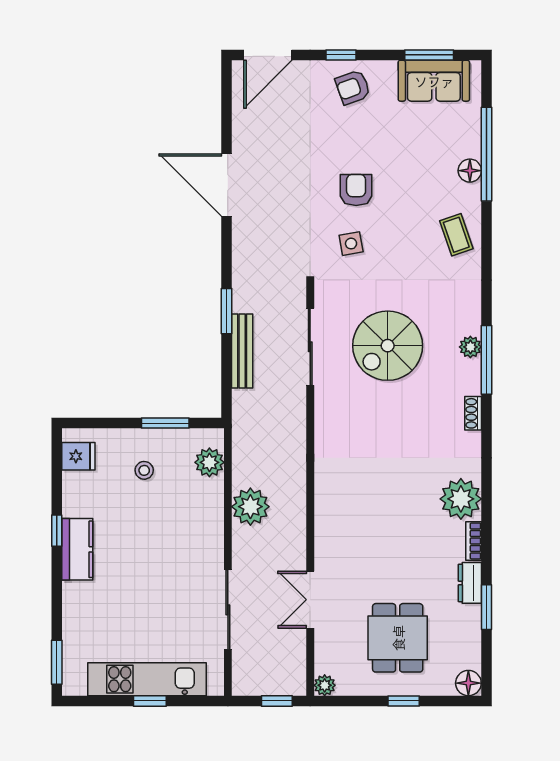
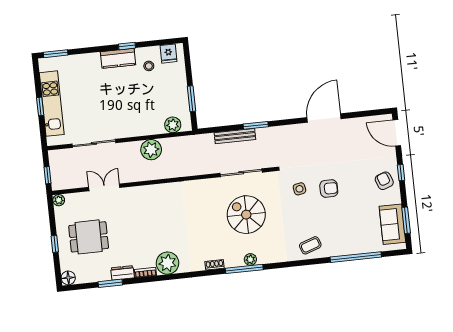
floor lamp: (470, 171) -> (346, 249), removed
stool: (144, 470) -> (149, 66), moved

